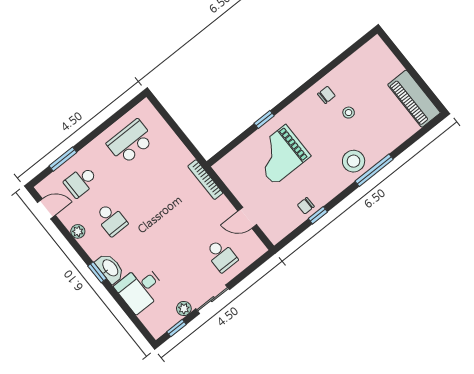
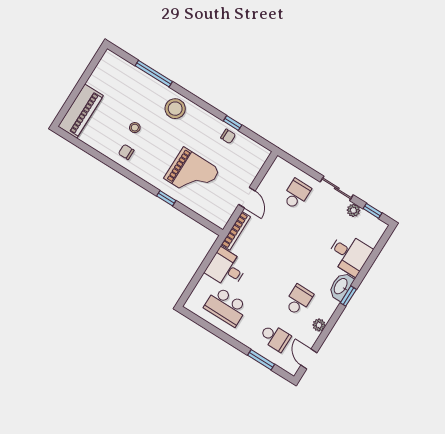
piano: (414, 99) -> (81, 111), moved
desk: (170, 156) -> (226, 268), added
window: (374, 170) -> (154, 74), moved
door: (247, 218) -> (247, 198), moved

